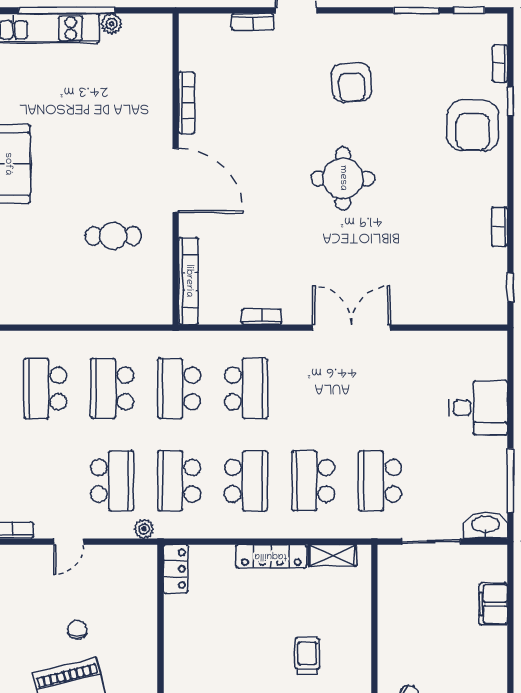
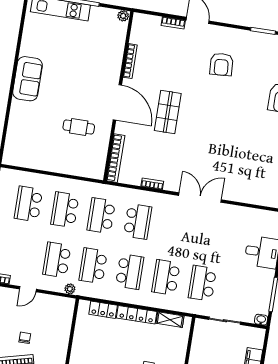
plant: (111, 24) -> (123, 16), moved
round table: (343, 178) -> (208, 116), removed
shop shelf: (269, 183) -> (168, 112), added
school desk: (112, 481) -> (57, 260), turned 180
washbasin: (486, 525) -> (261, 320), width x0.52, depth x0.69
locker: (176, 569) -> (103, 310), moved, turned 90

